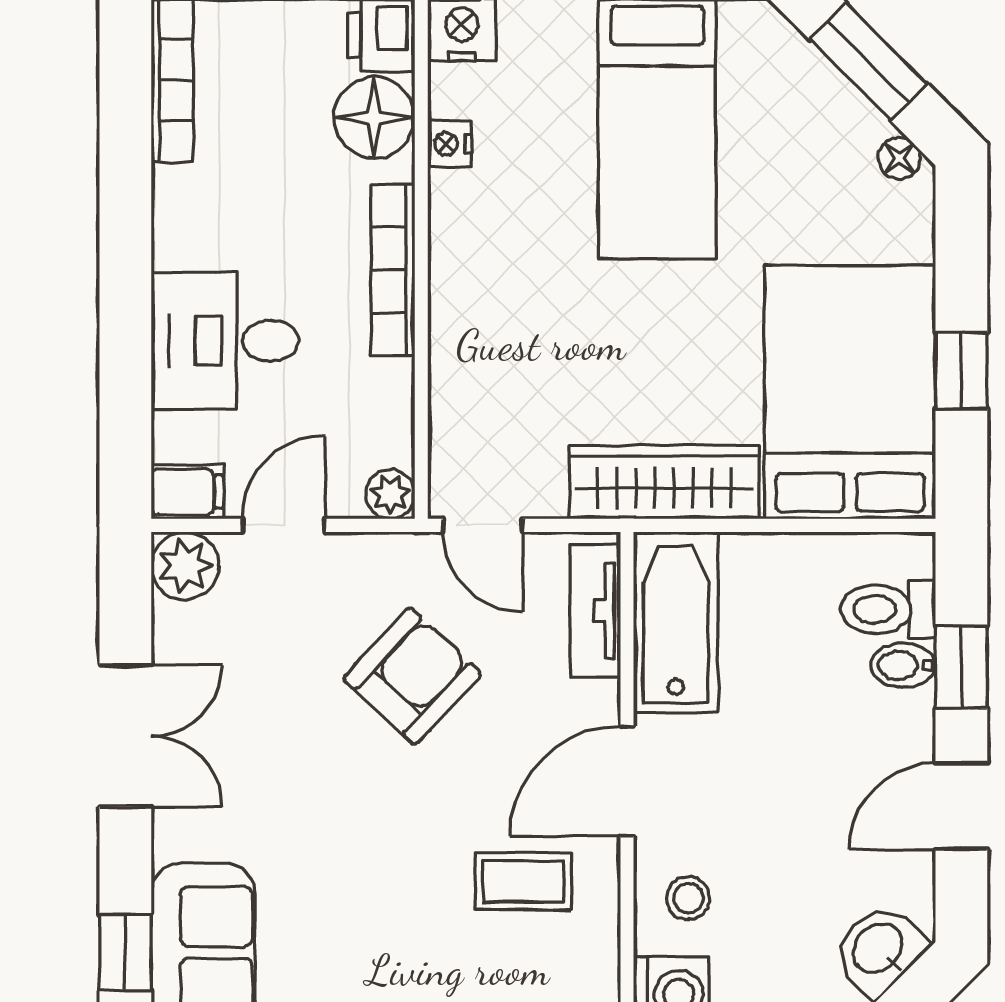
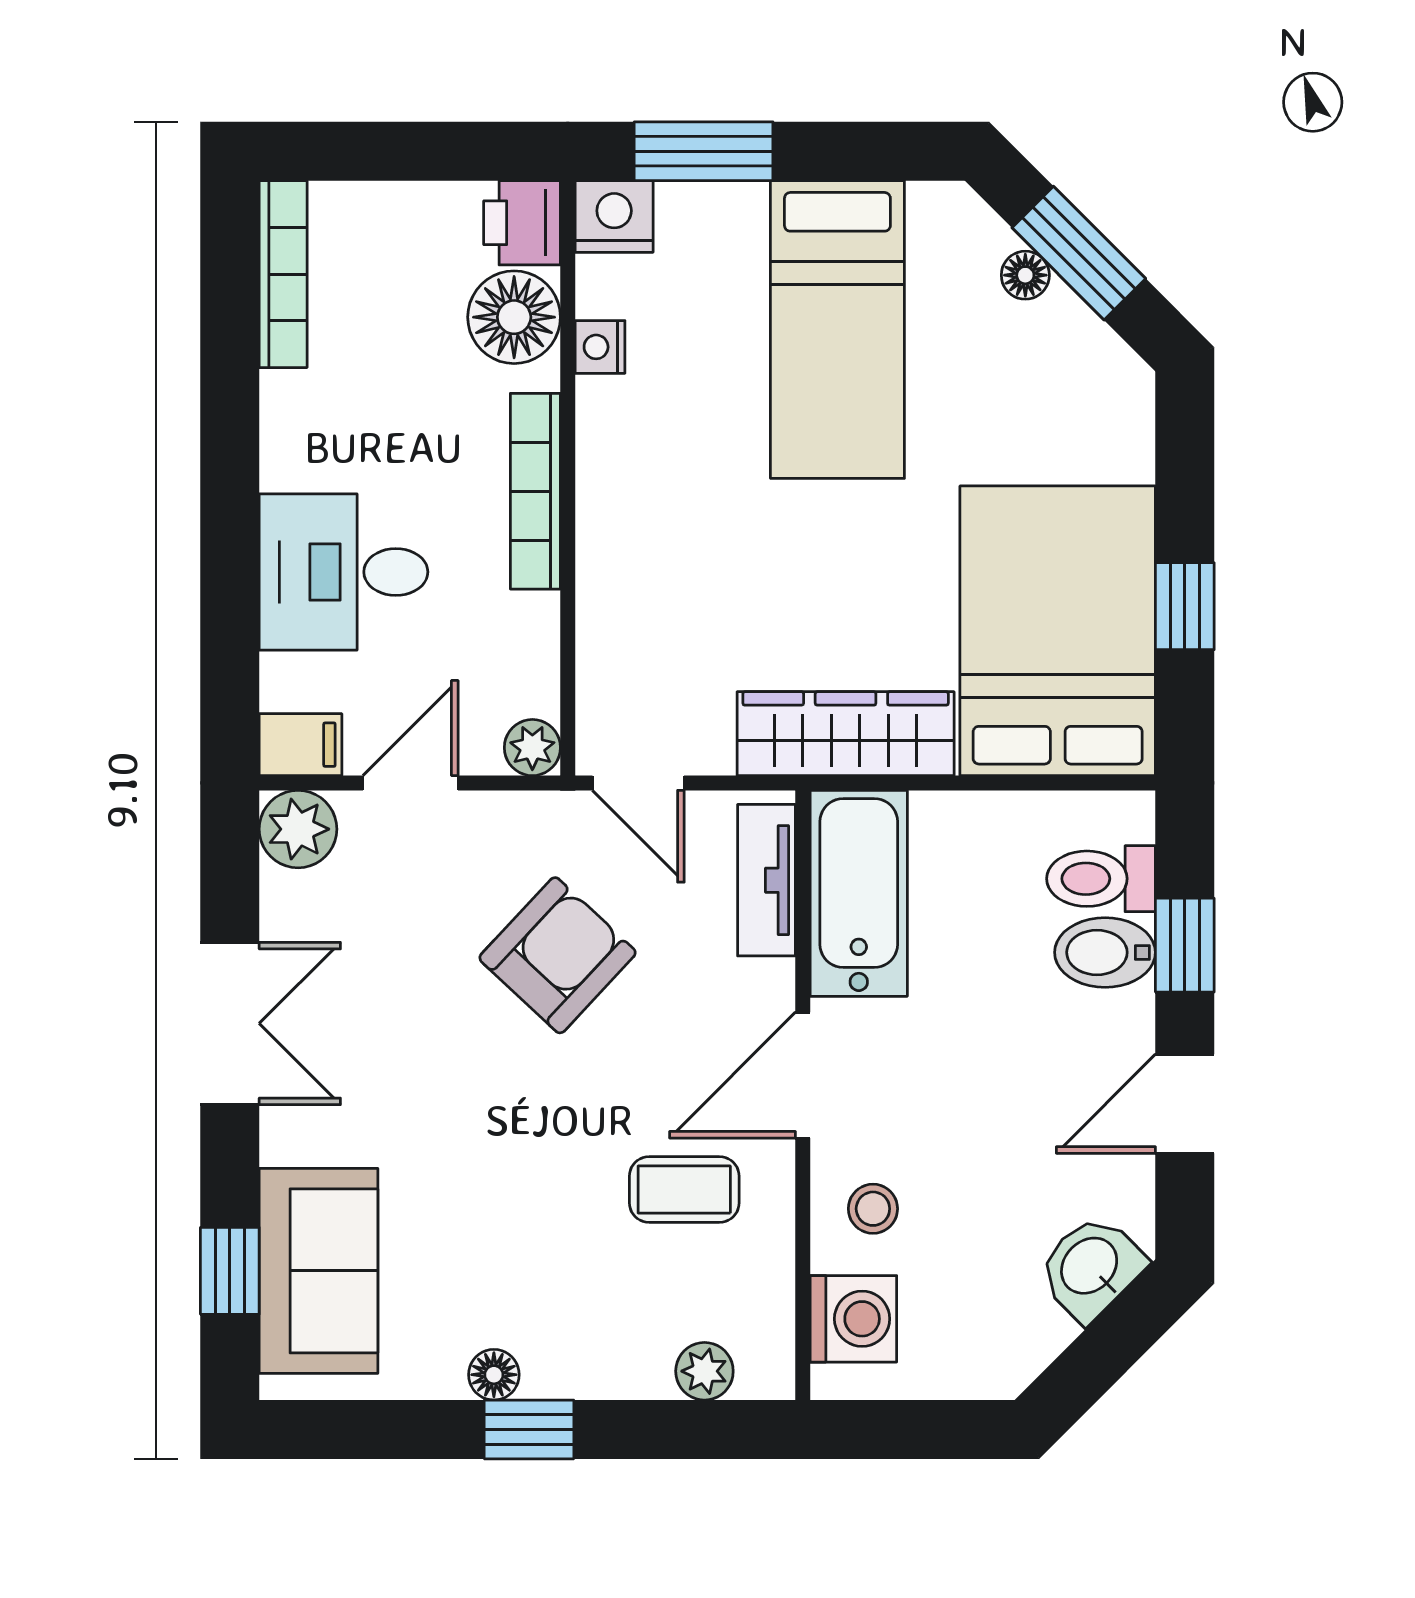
floor lamp: (899, 158) -> (1025, 275), moved
bidet: (903, 665) -> (1105, 952), width x1.38, depth x1.36

